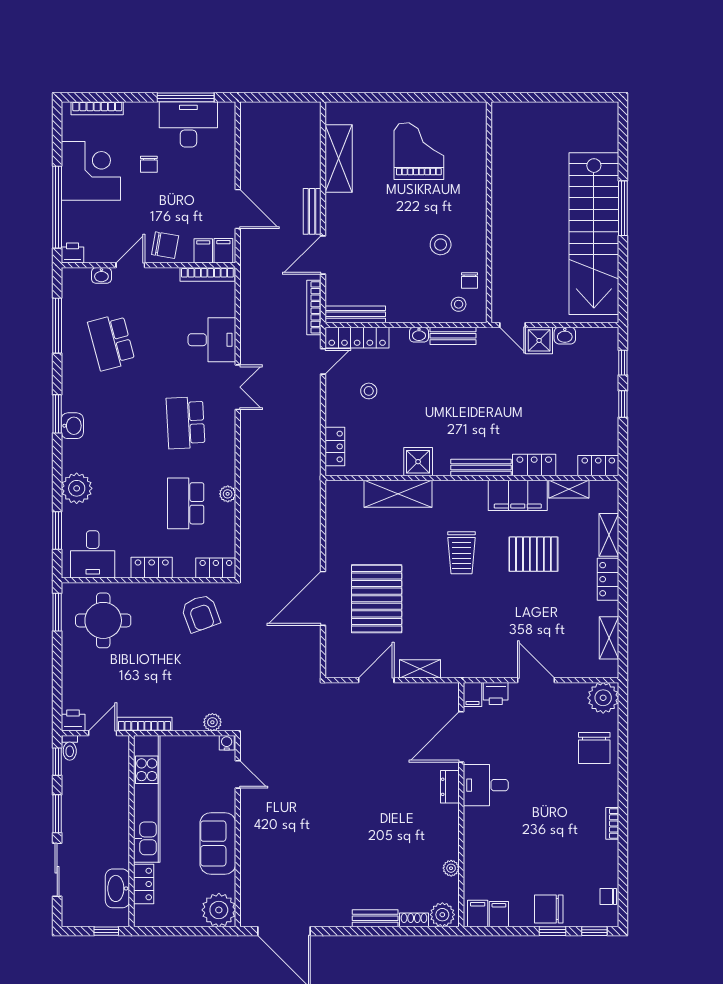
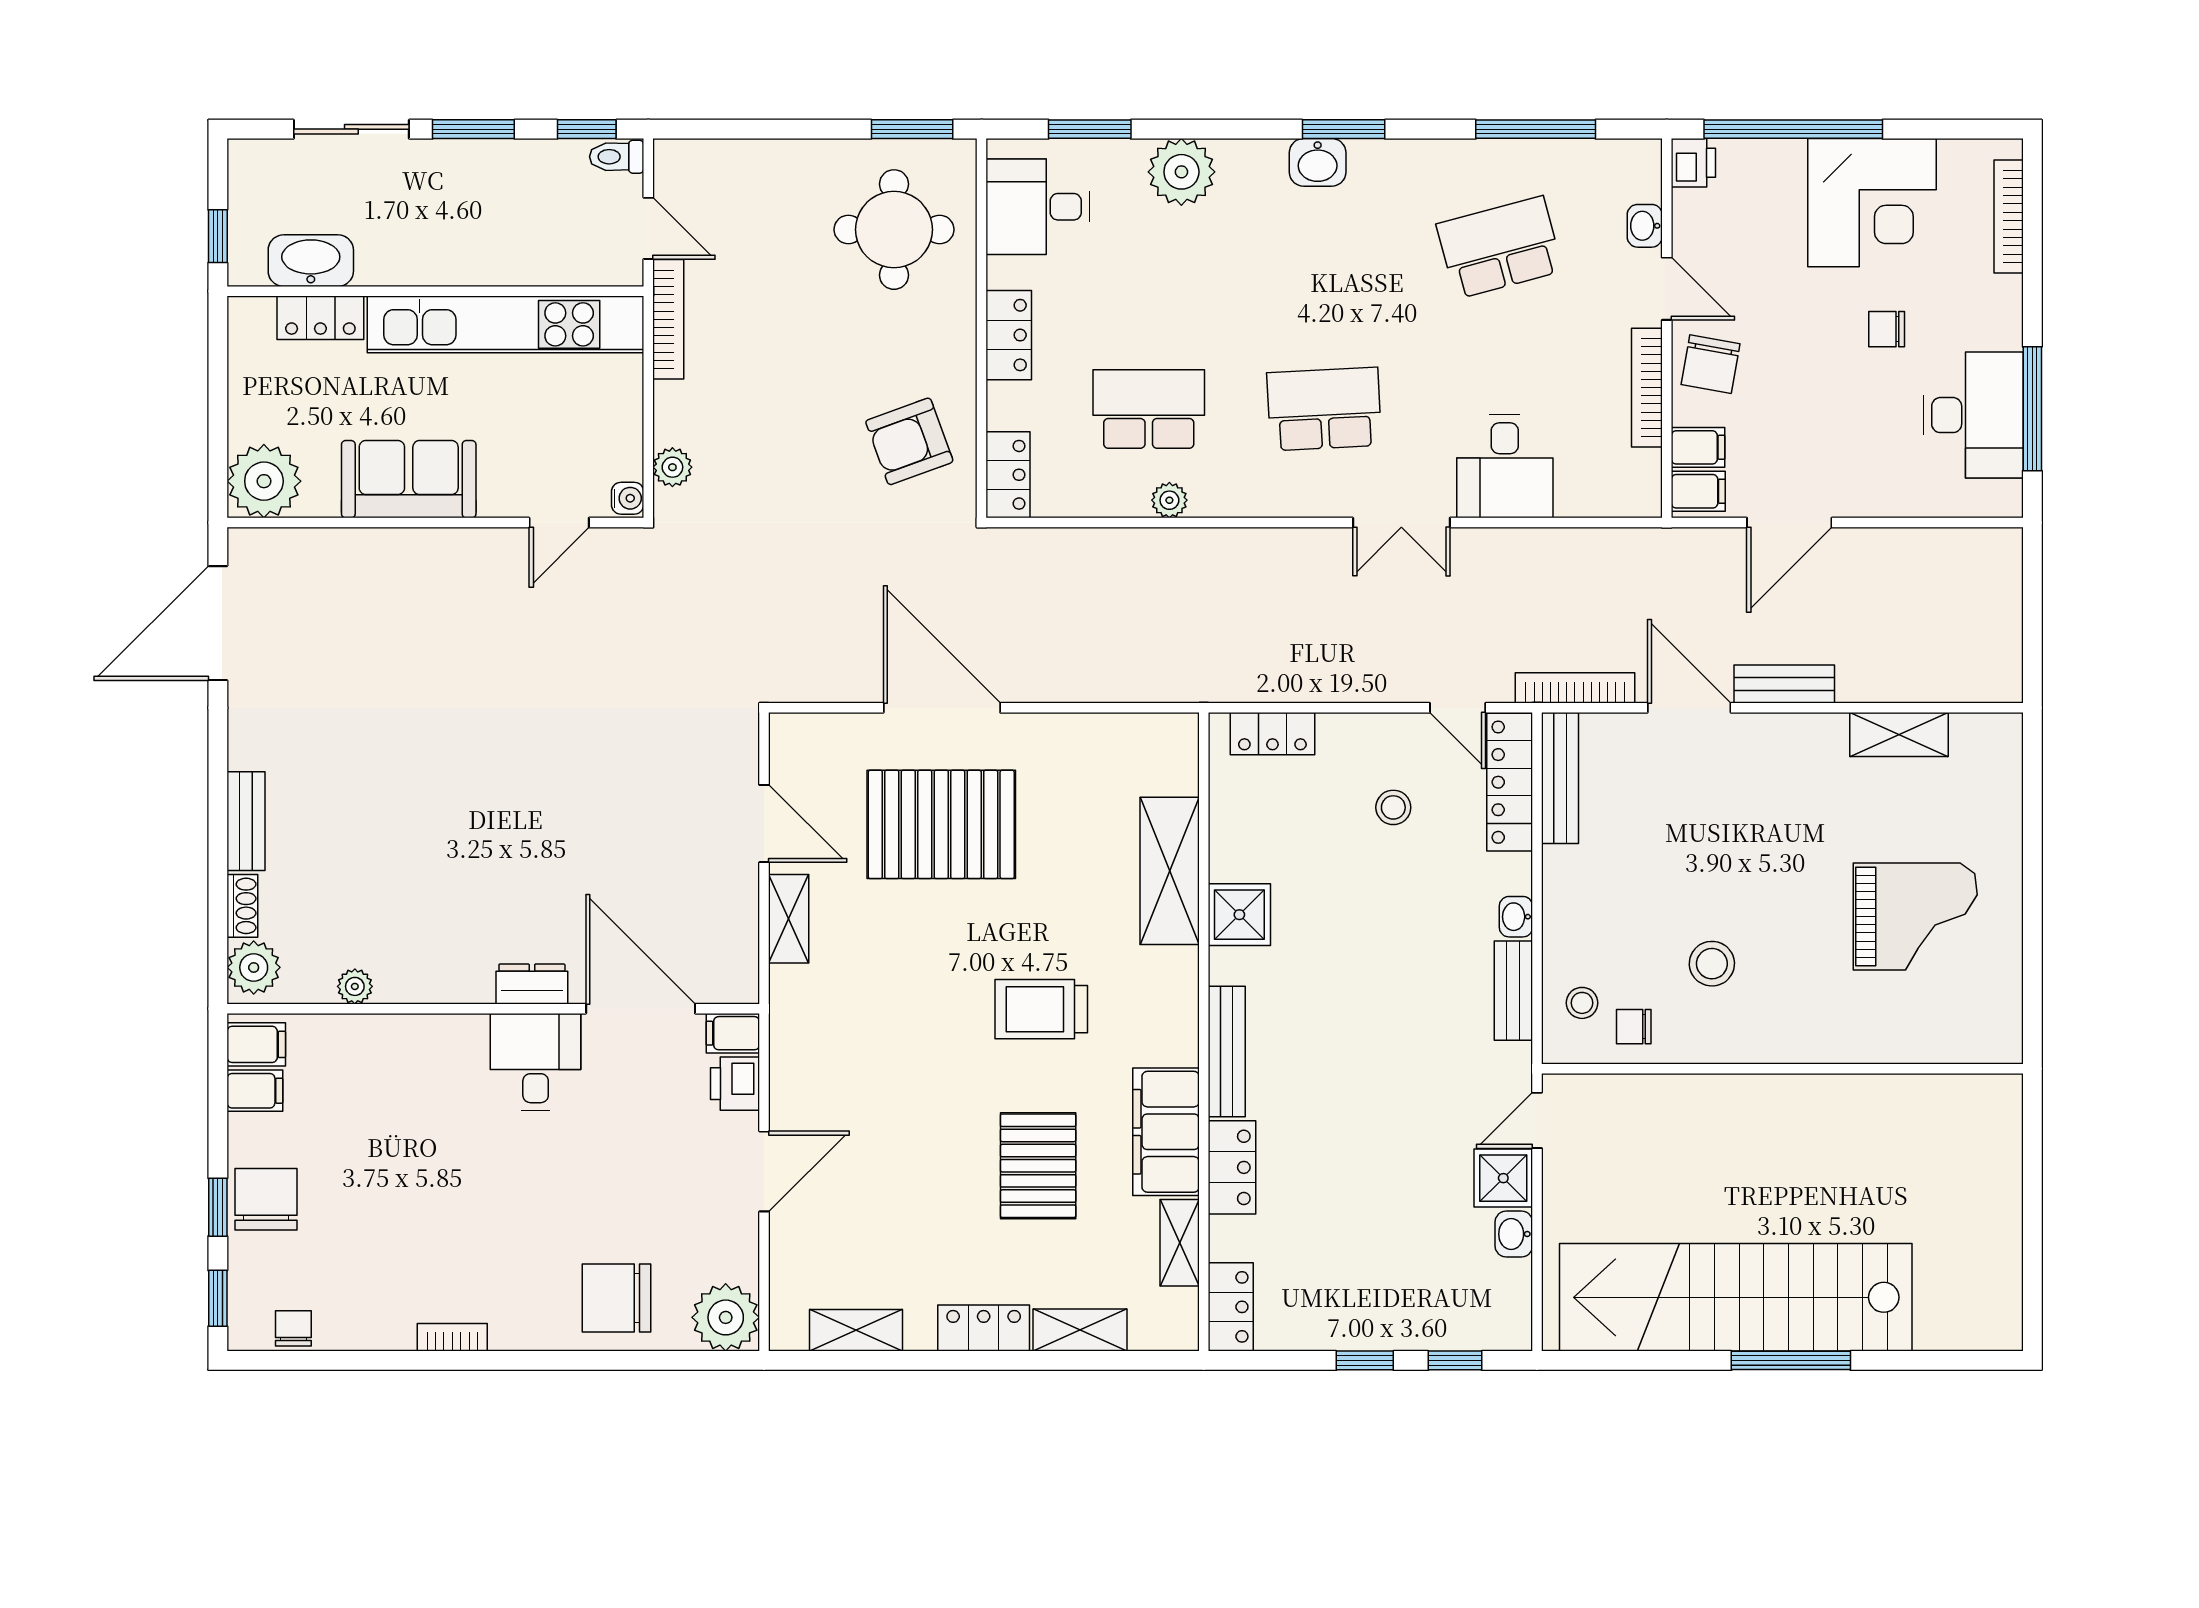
shelving: (339, 159) -> (1899, 735), width x0.67, depth x0.75
bookcase: (207, 274) -> (1647, 388), moved
printer: (73, 720) -> (676, 164), removed

